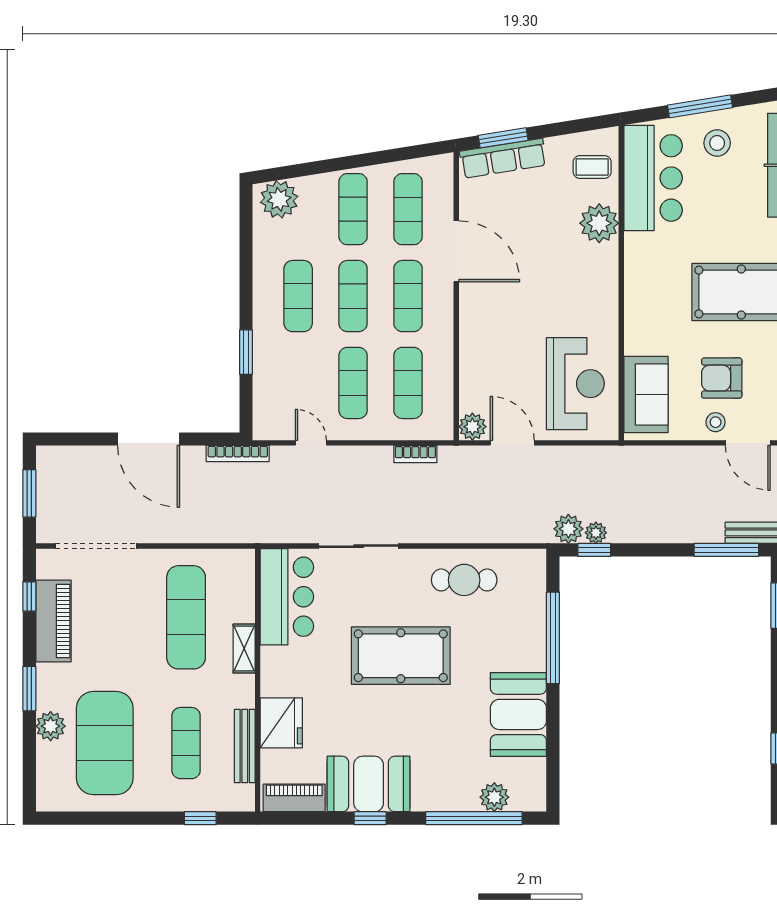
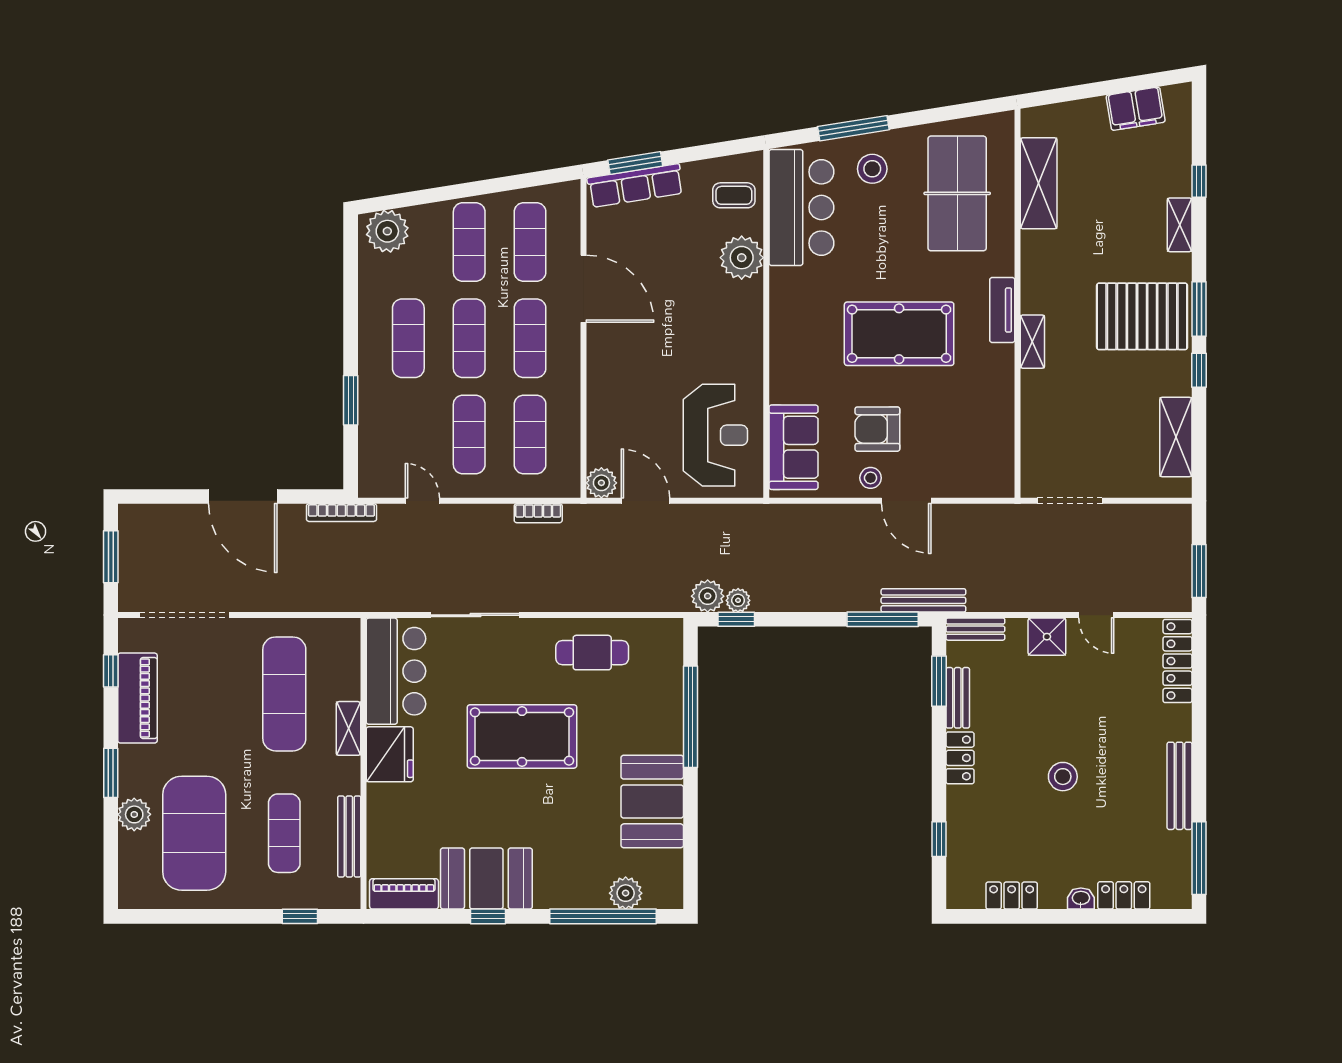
fridge: (281, 723) -> (390, 754), moved

